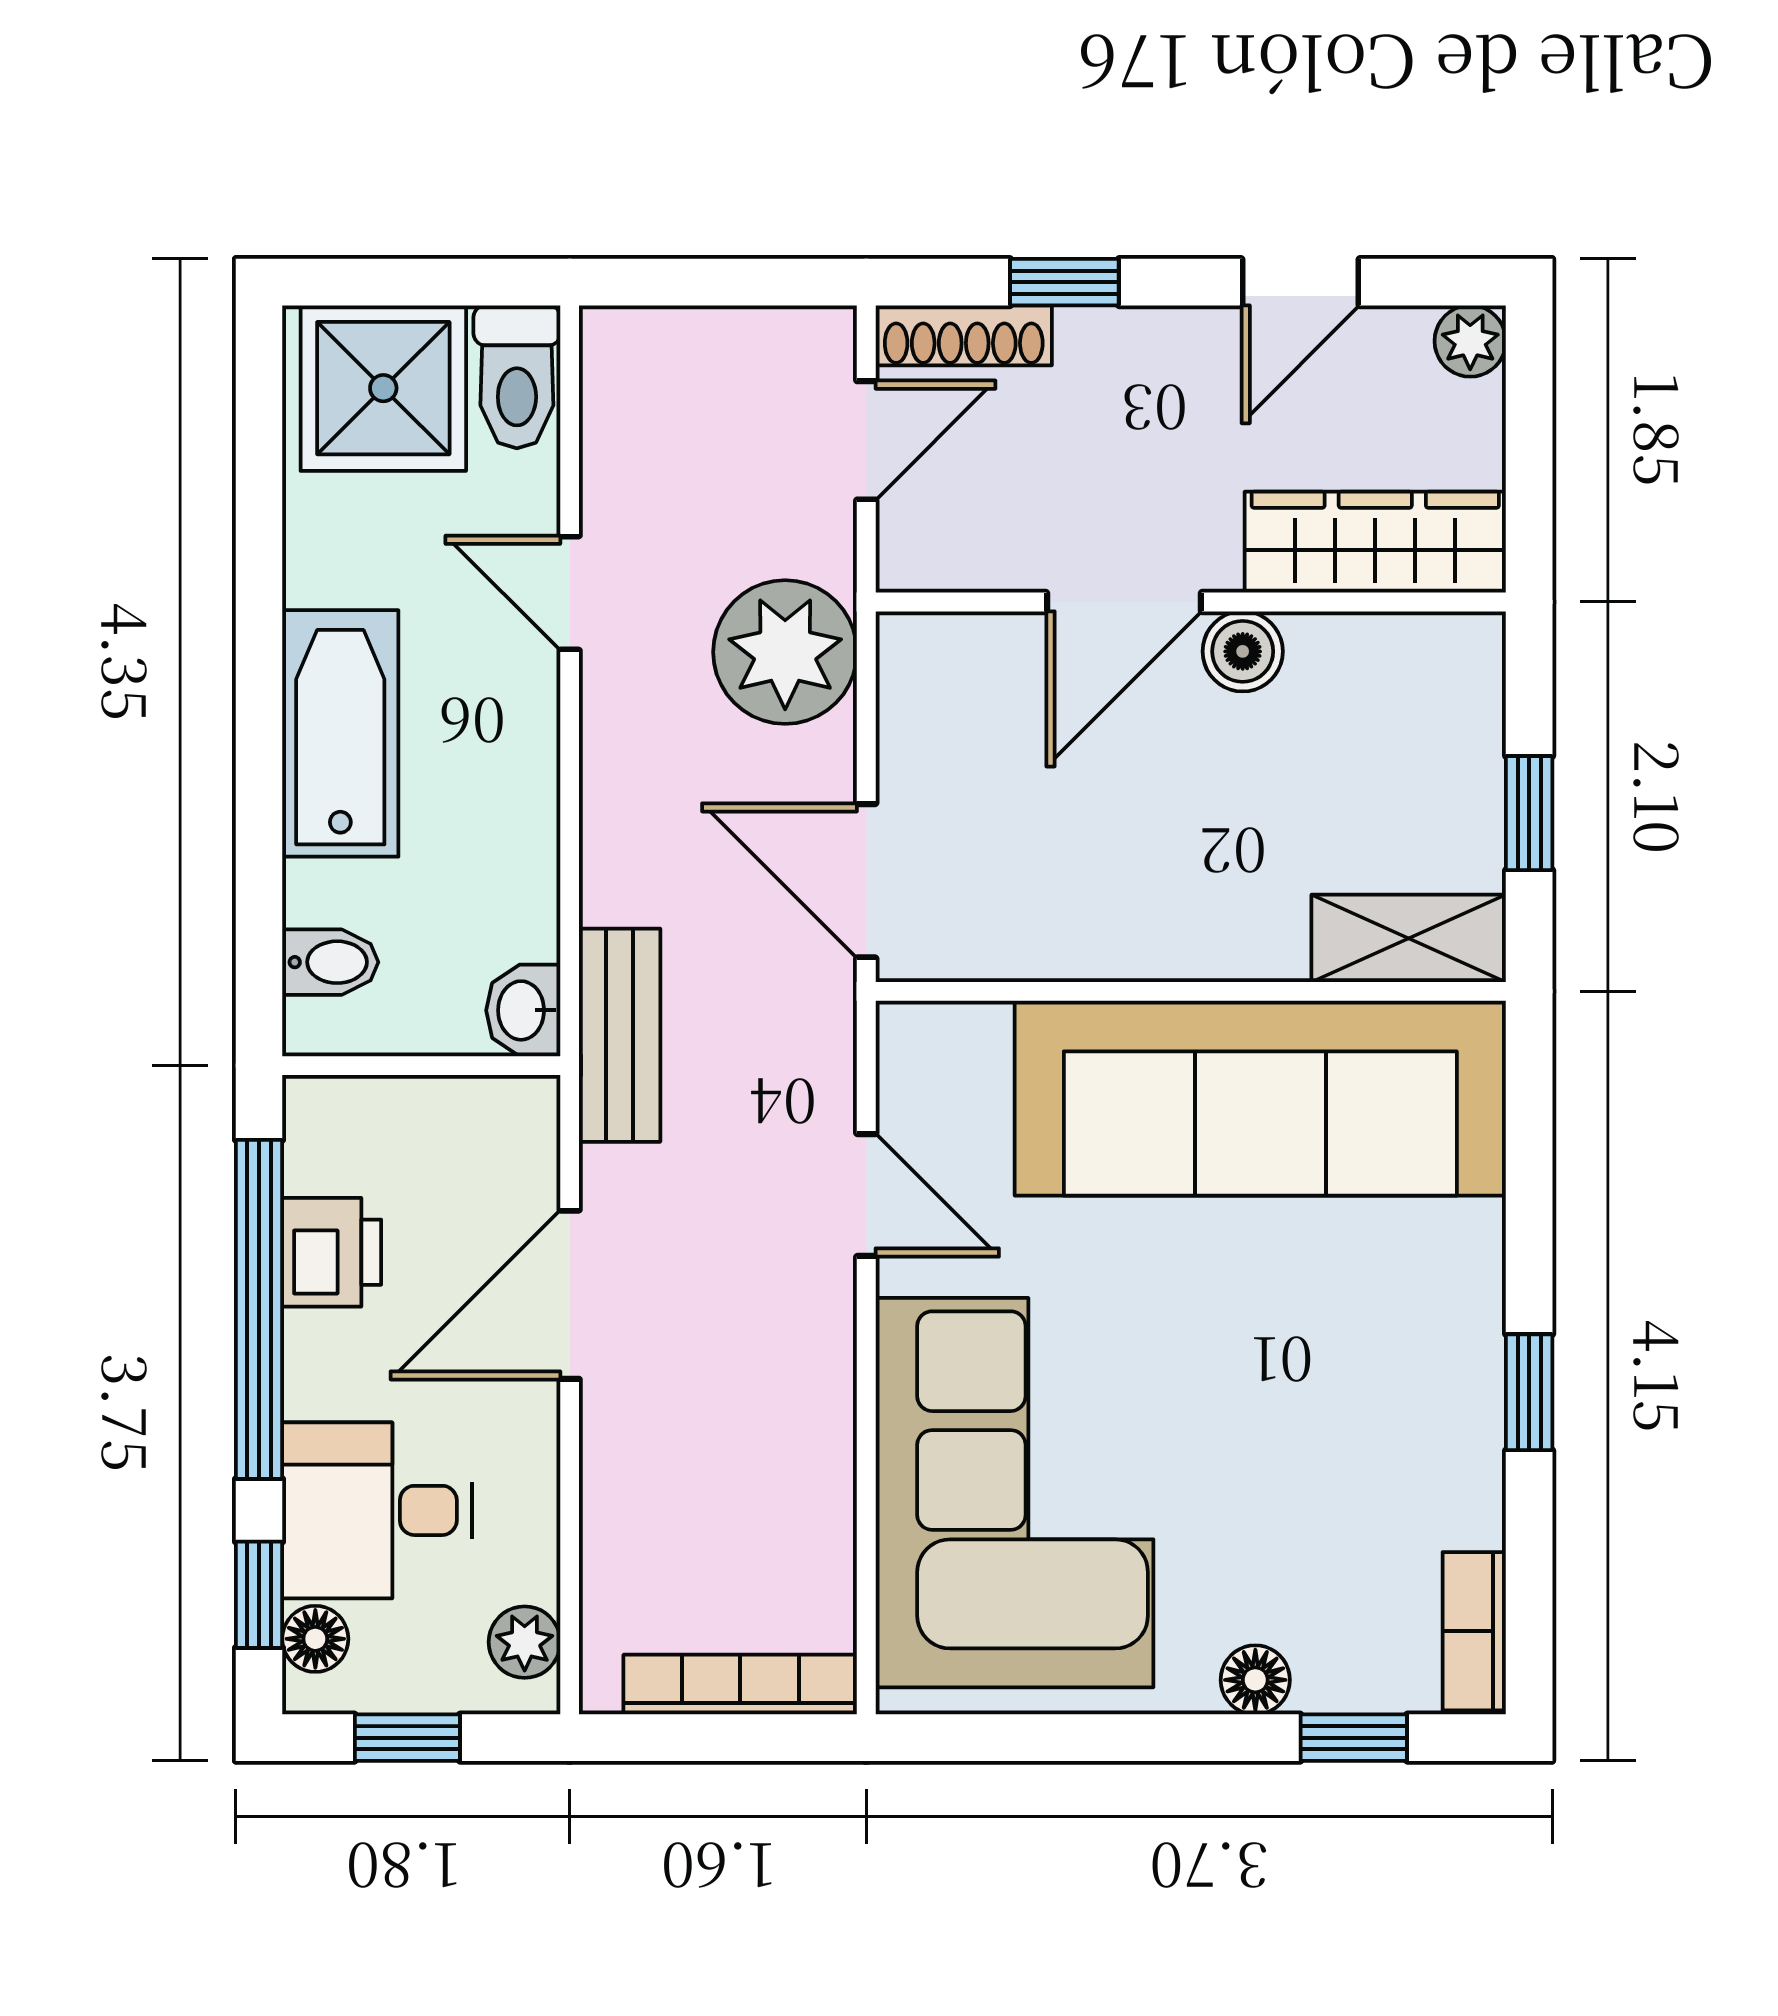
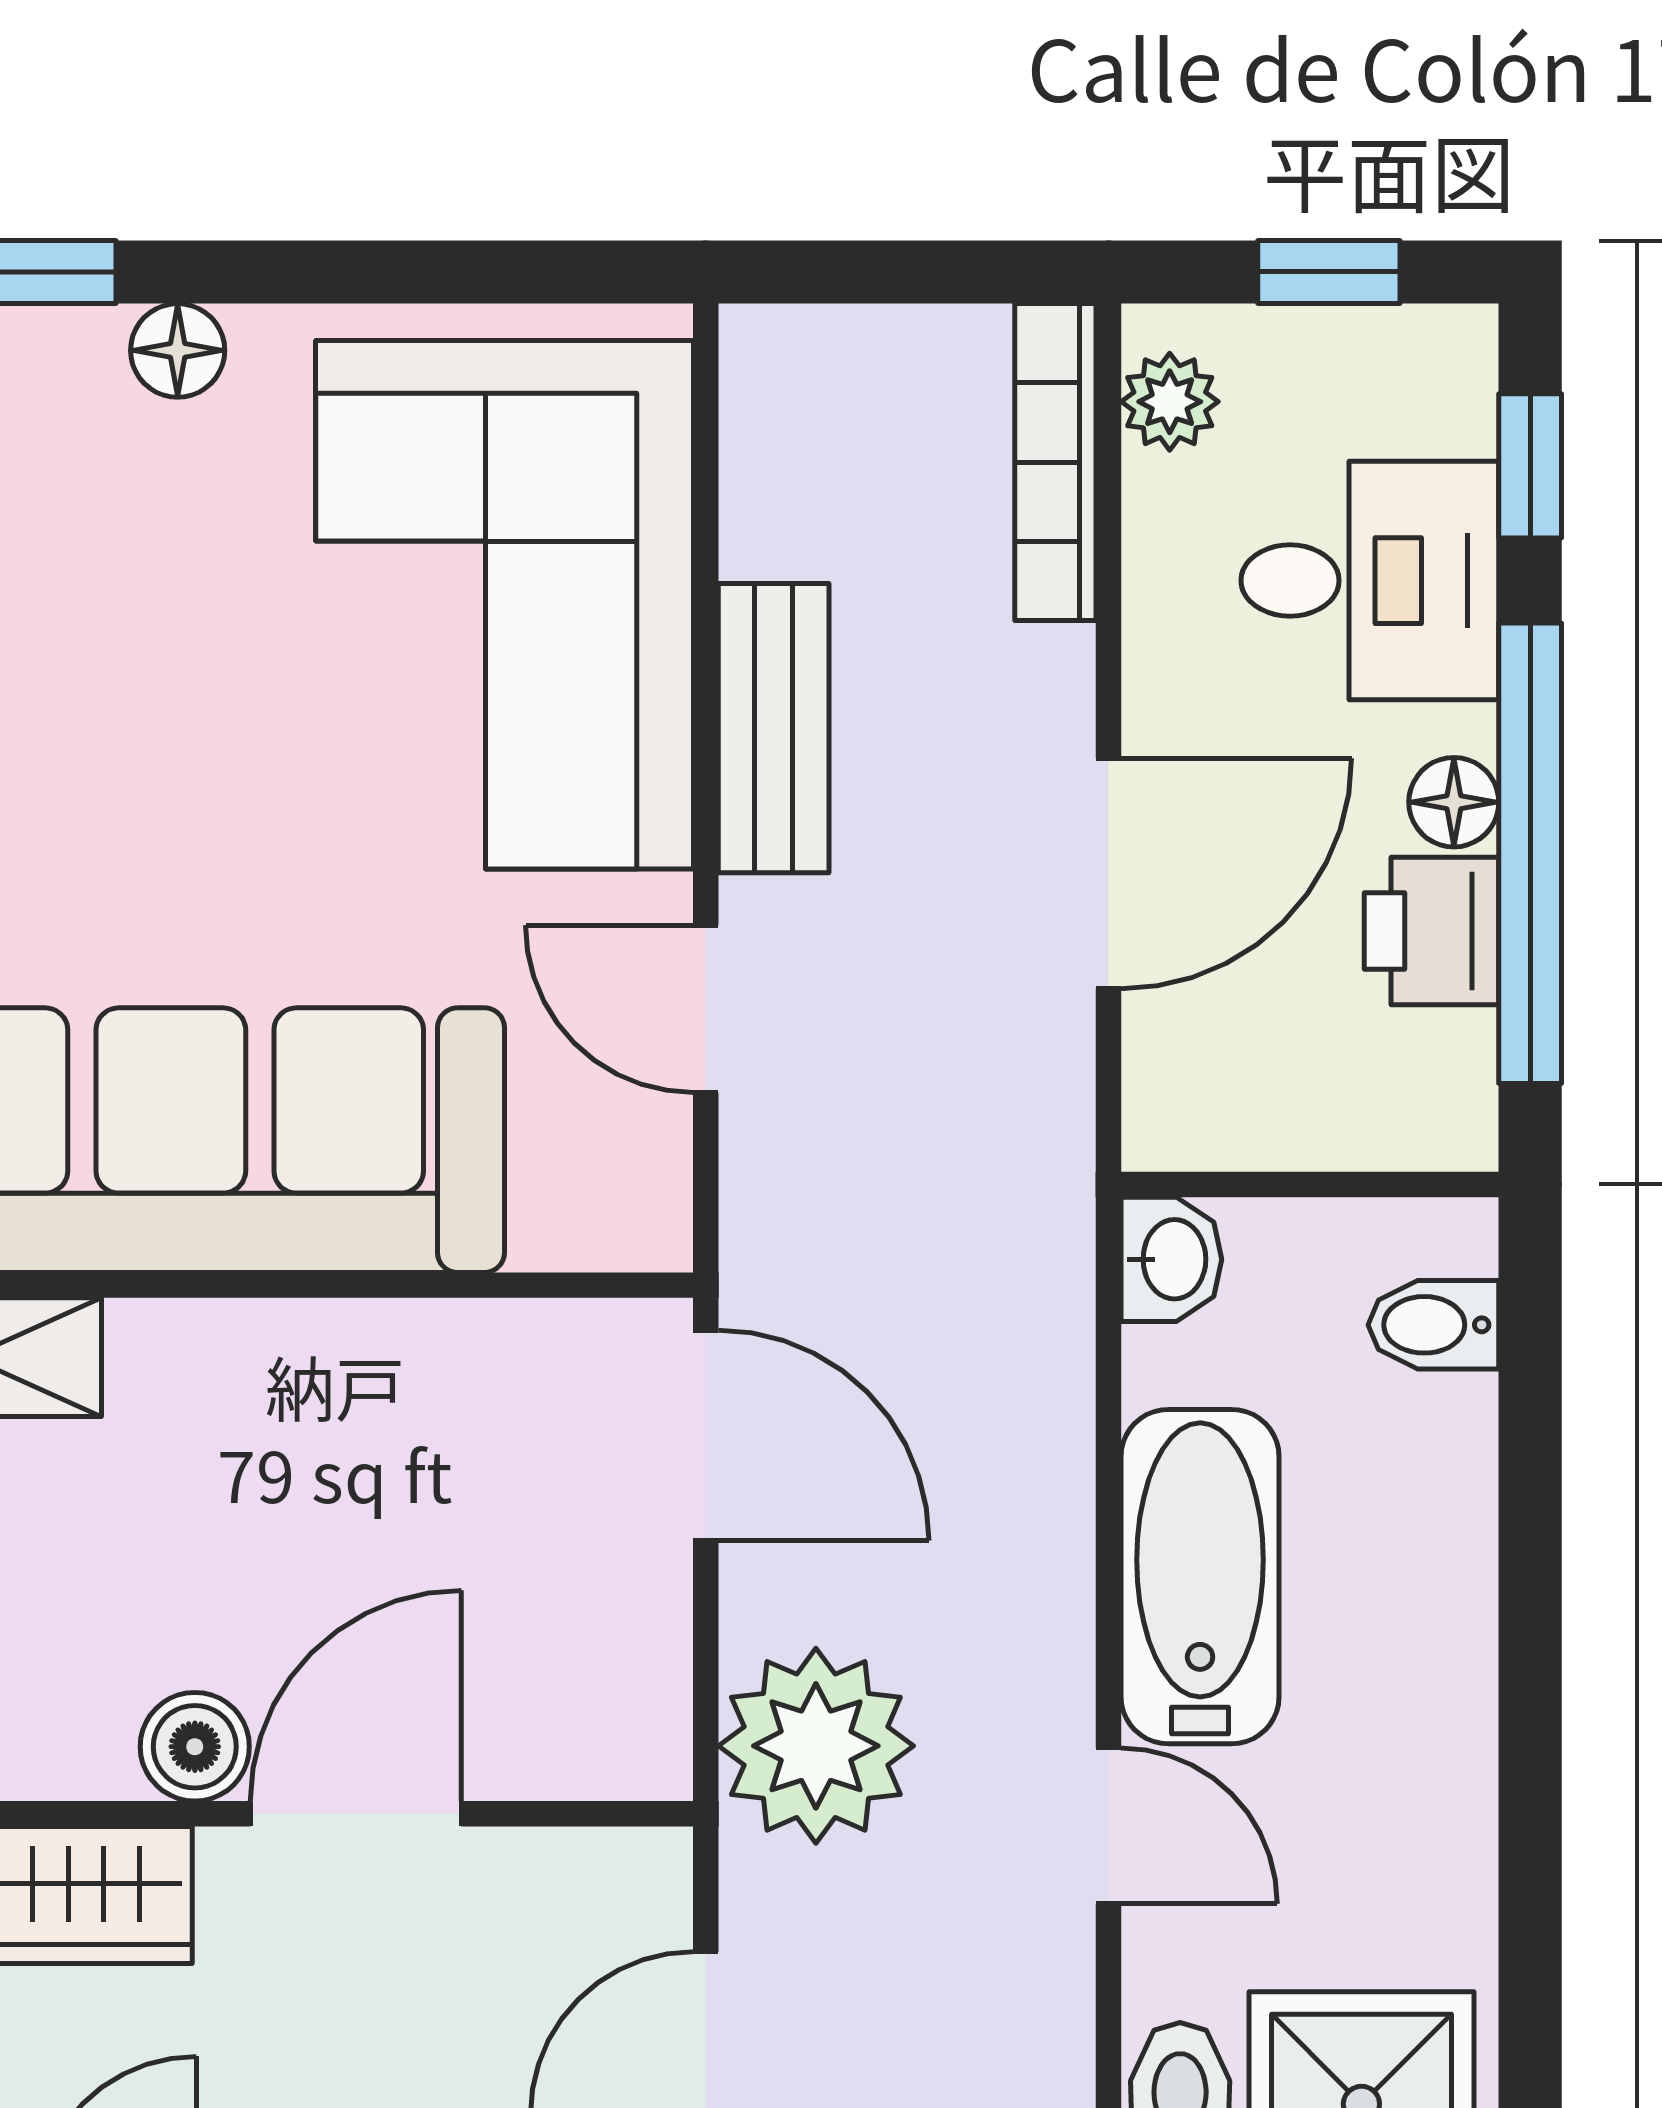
bathtub: (340, 733) -> (1200, 1577), moved, turned 180
bench: (620, 1035) -> (774, 728), moved
floor lamp: (315, 1639) -> (1454, 802), moved
bookcase: (740, 1685) -> (1055, 462), moved, turned 90

